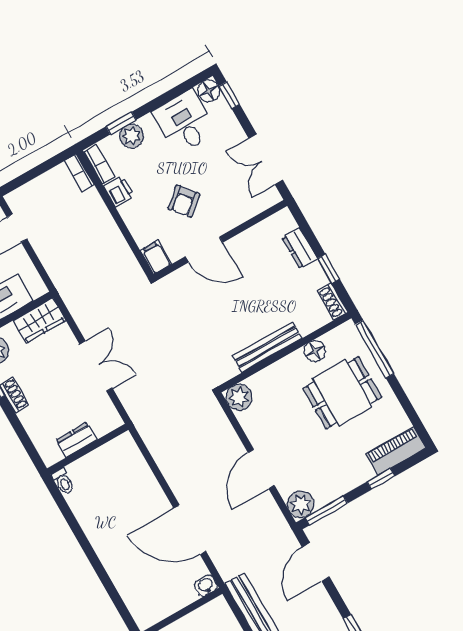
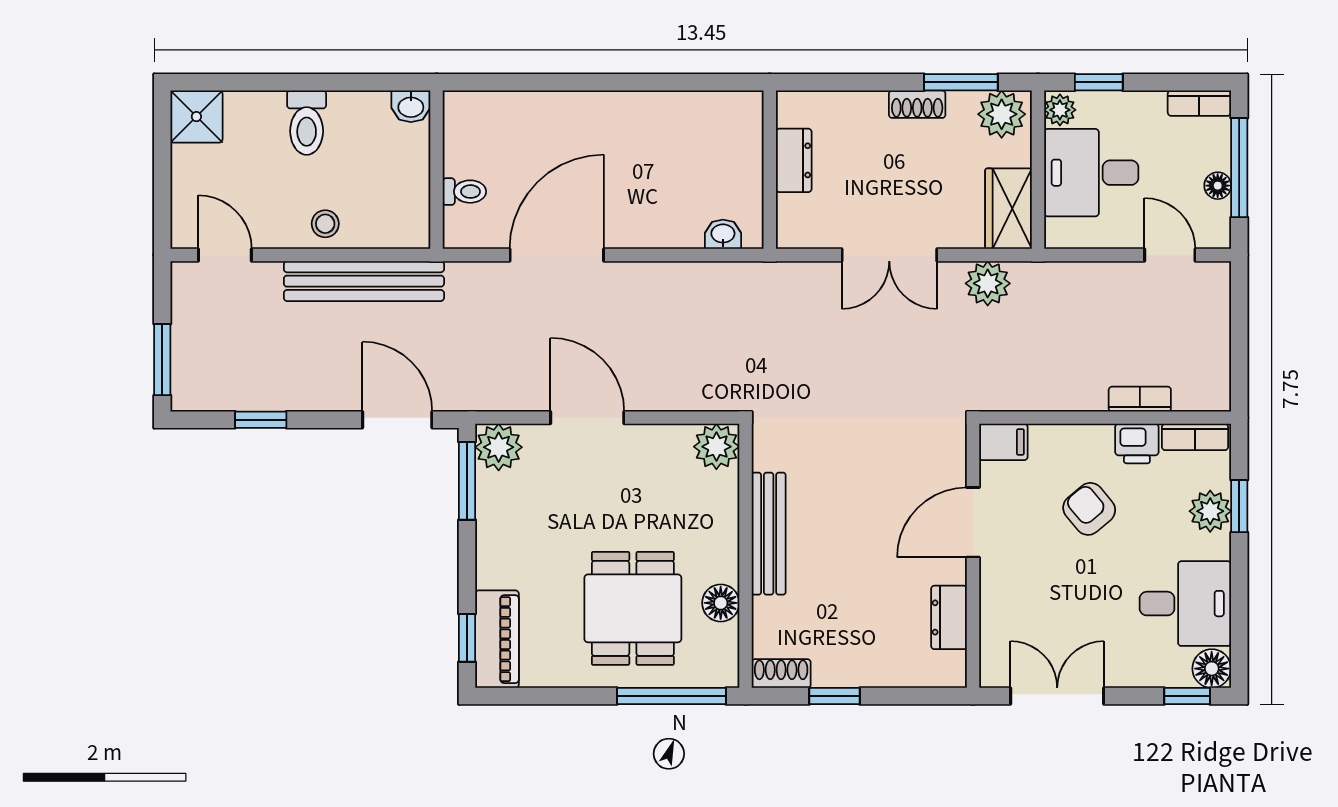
bookcase: (79, 173) -> (1140, 399), moved
armchair: (184, 201) -> (1089, 509), moved
dresser: (300, 248) -> (949, 617), moved, turned -90
plant: (82, 310) -> (988, 283), added
window: (381, 479) -> (467, 638), moved
toilet: (63, 481) -> (464, 192), moved, turned 180
washbasin: (206, 586) -> (723, 234), moved, turned -90

